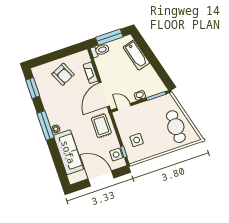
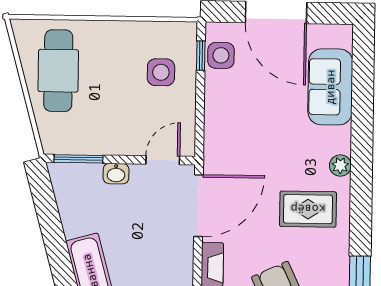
door: (124, 107) -> (163, 160), swing flipped
window: (46, 126) -> (361, 182), removed
rug: (101, 126) -> (308, 209), moved, turned 90
sofa: (68, 152) -> (330, 87), width x0.73

